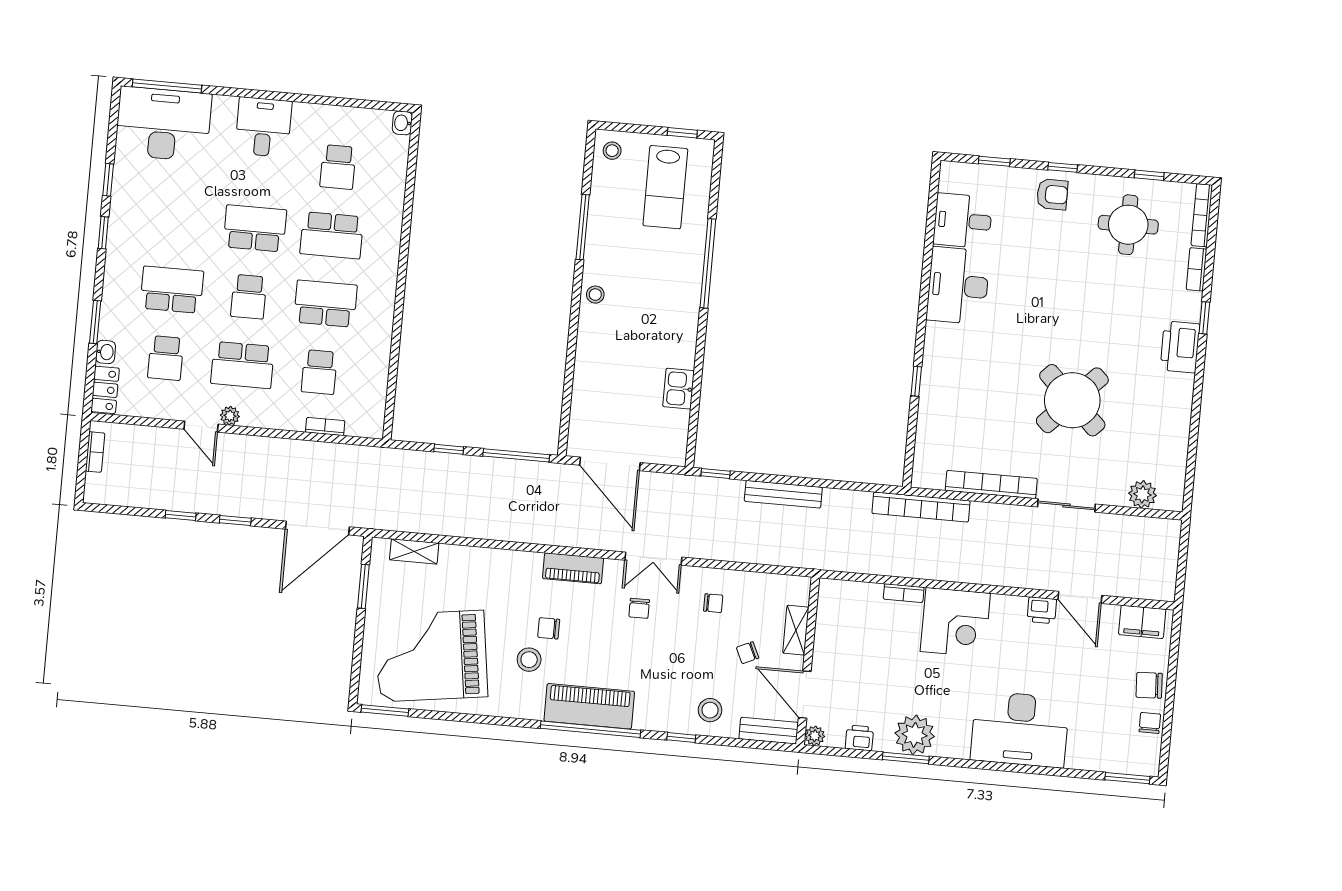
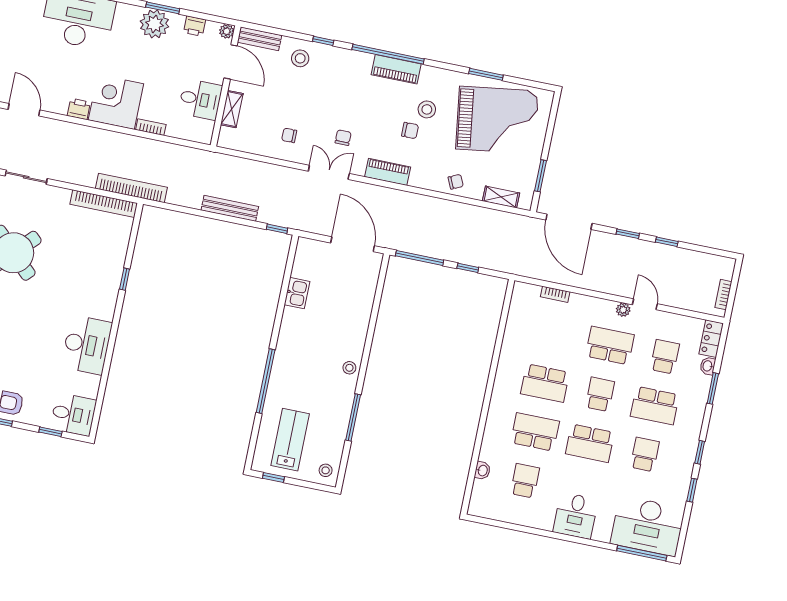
washbasin: (402, 123) -> (482, 471), moved
desk: (963, 221) -> (73, 414), moved
school desk: (319, 372) -> (645, 454), moved
bookcase: (991, 484) -> (104, 204), moved
door: (317, 528) -> (569, 222), swing flipped
printer: (1042, 610) -> (79, 109), moved
desk: (840, 639) -> (200, 99), added
chair: (748, 653) -> (456, 182), moved
piano: (589, 706) -> (396, 69), width x0.73, depth x0.75
window: (385, 711) -> (486, 74), moved

